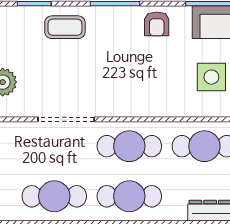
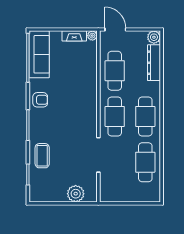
side table: (211, 77) -> (73, 66), removed

